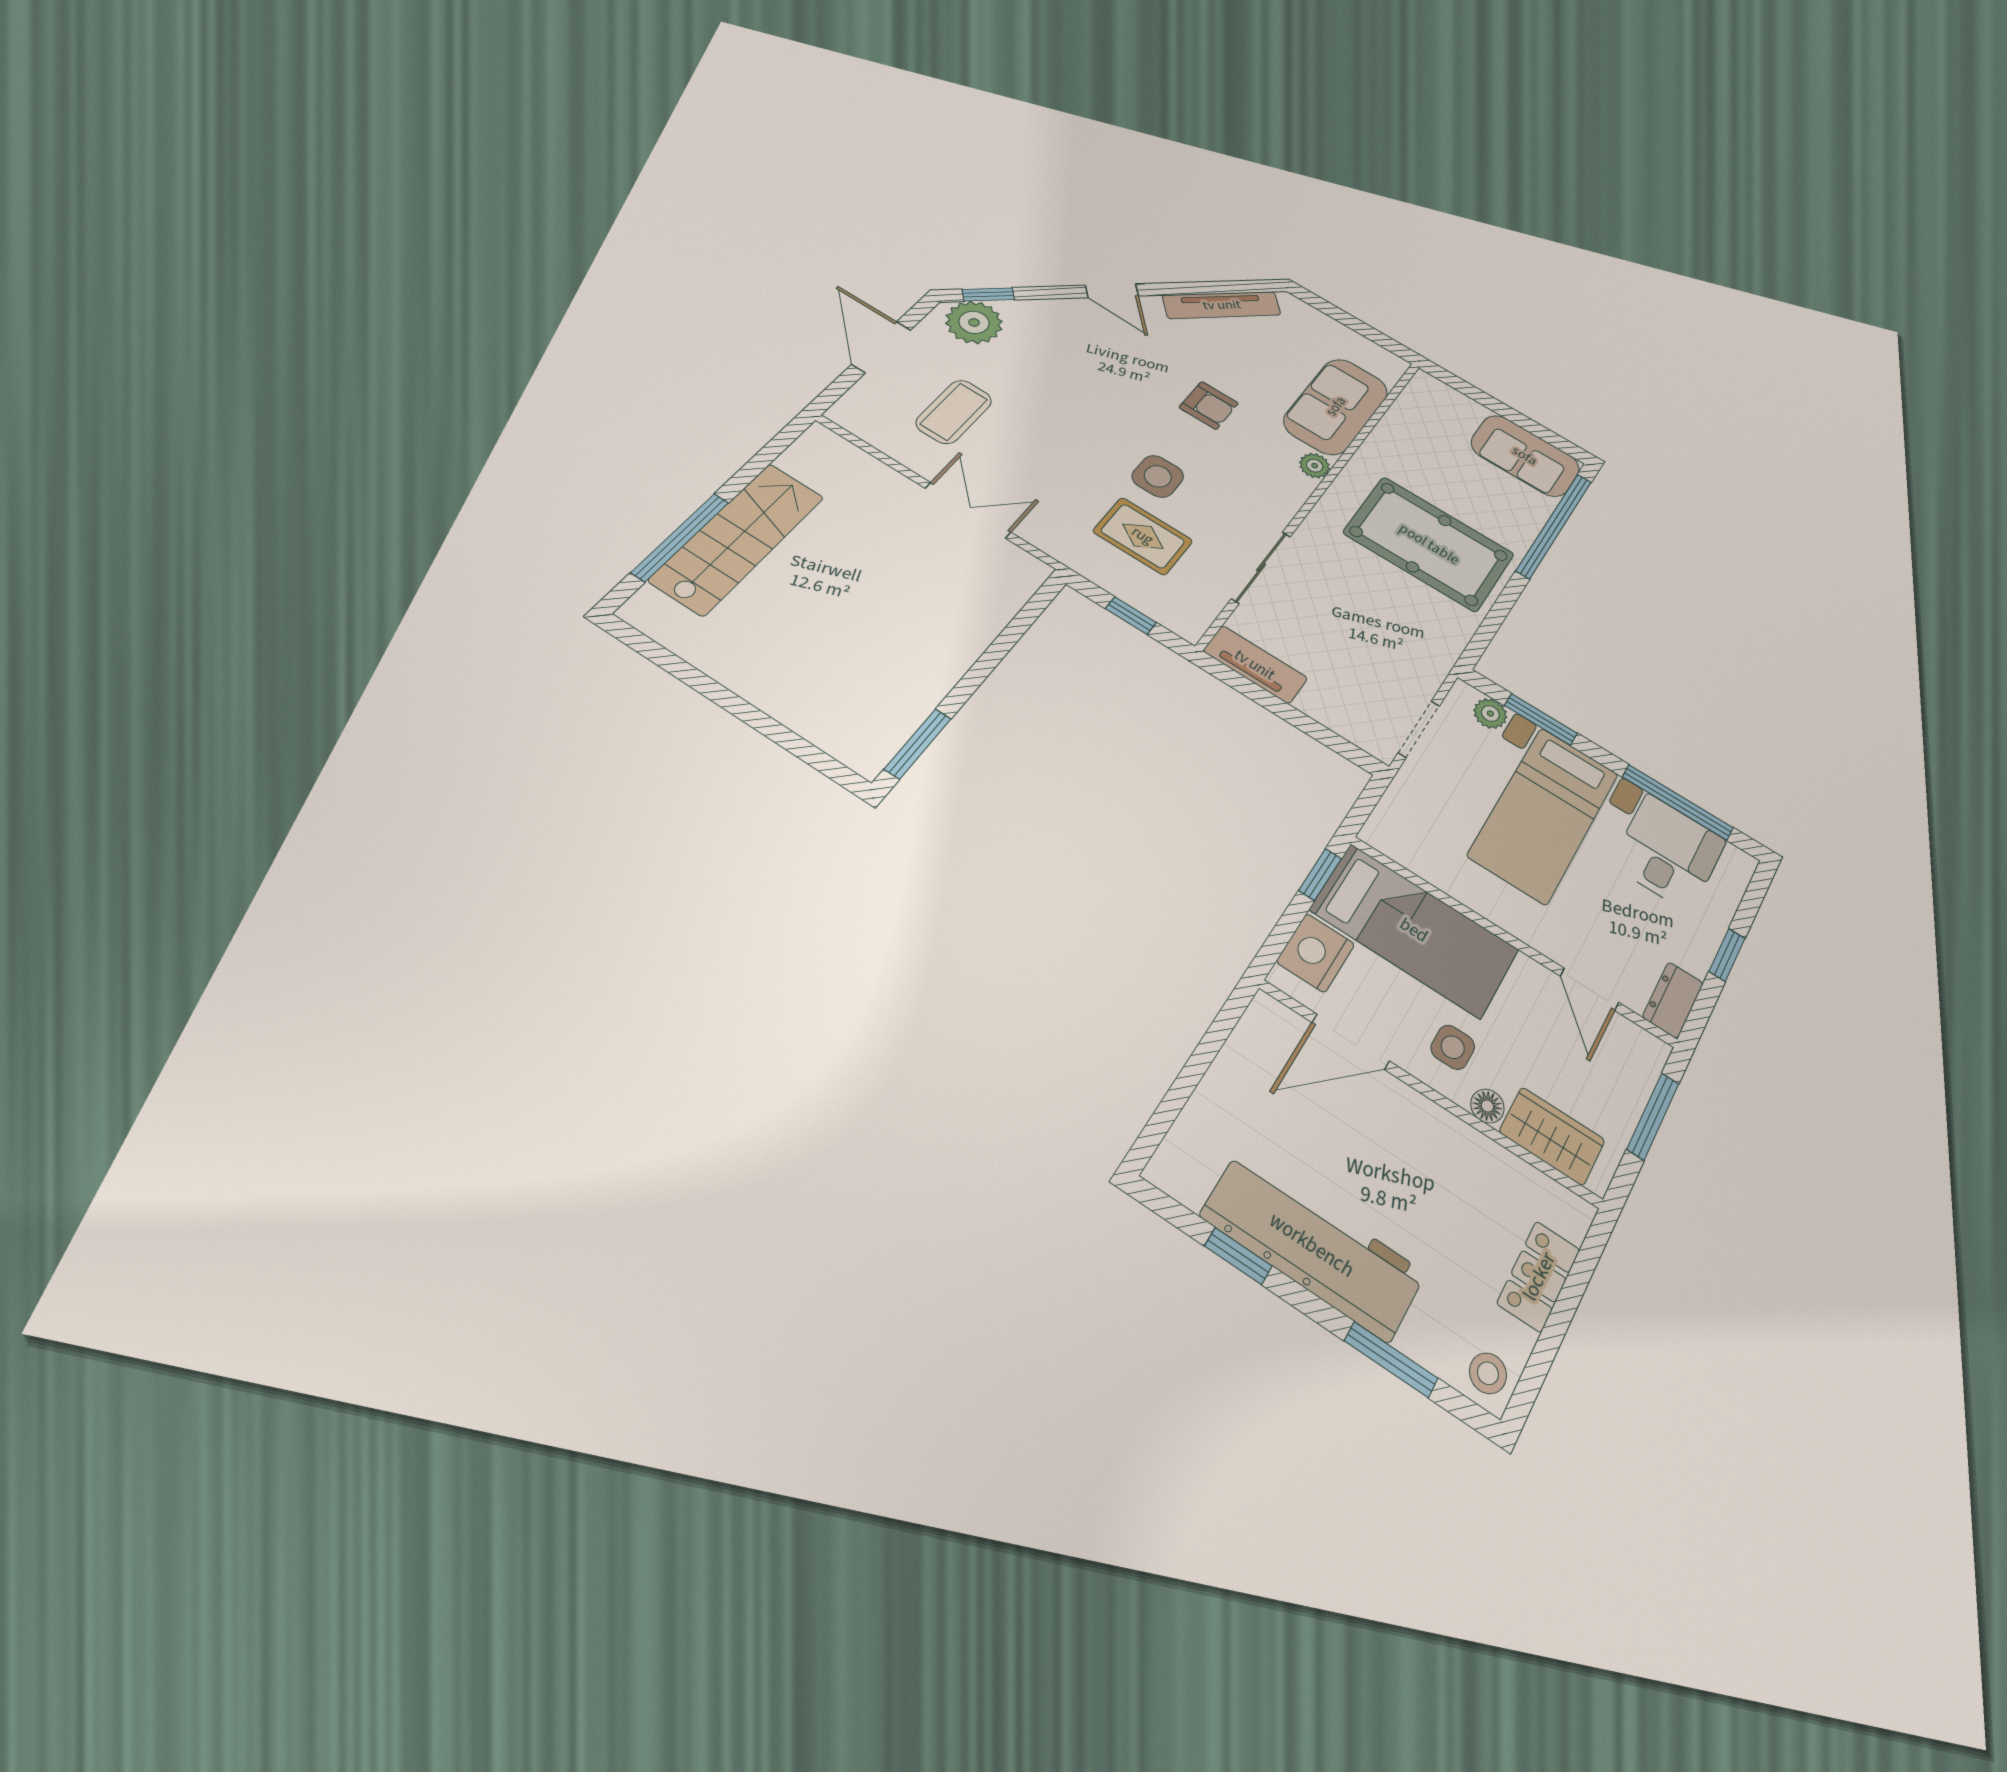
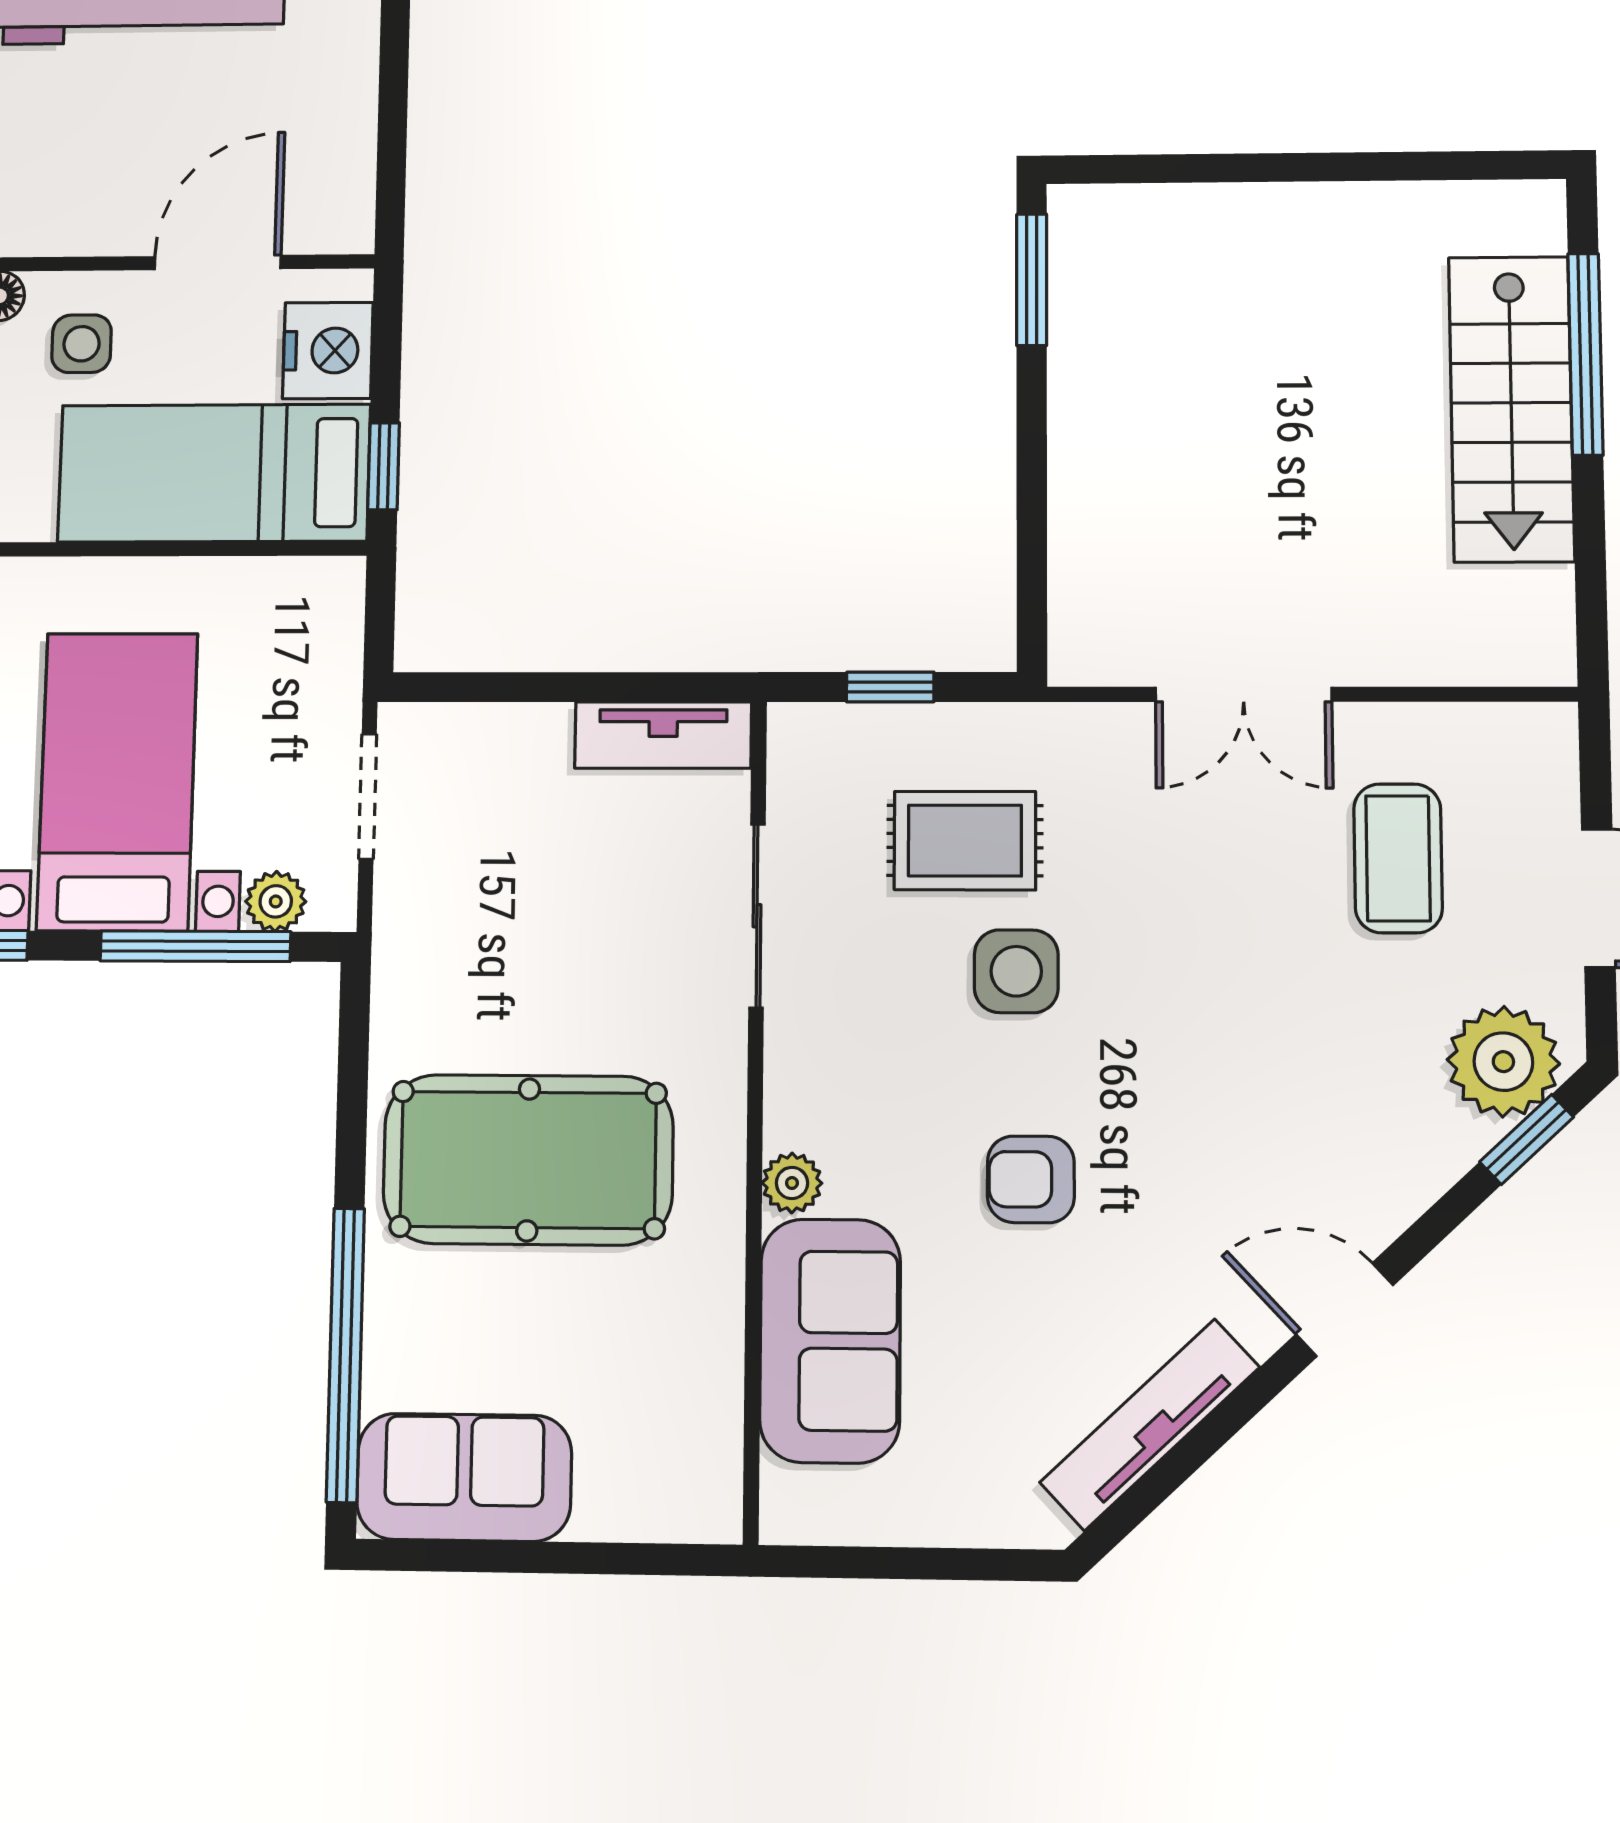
window: (1541, 719) -> (195, 946), width x1.44

